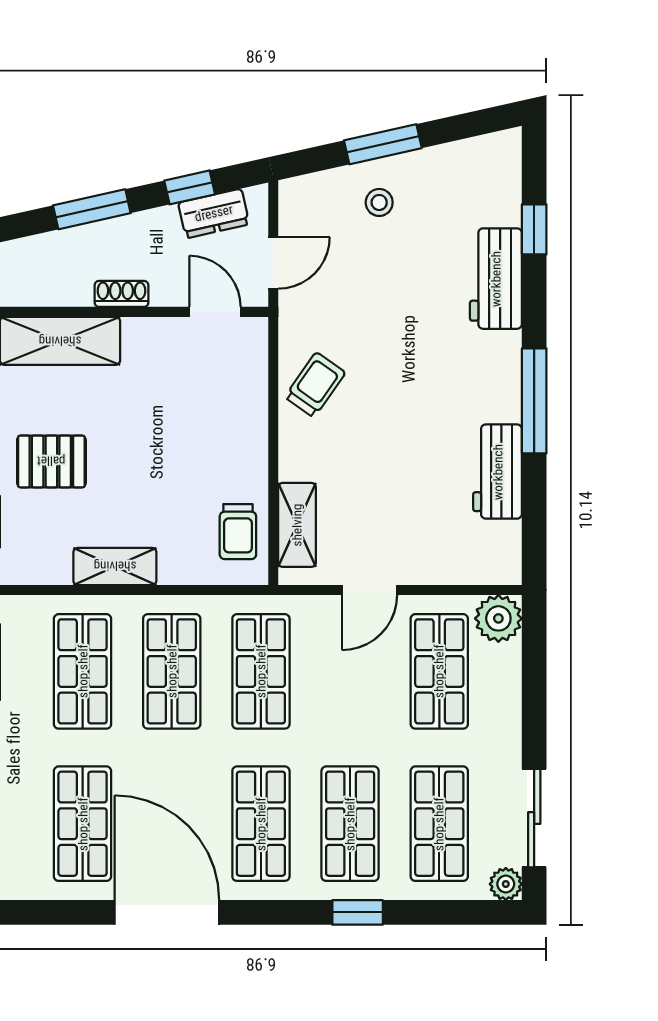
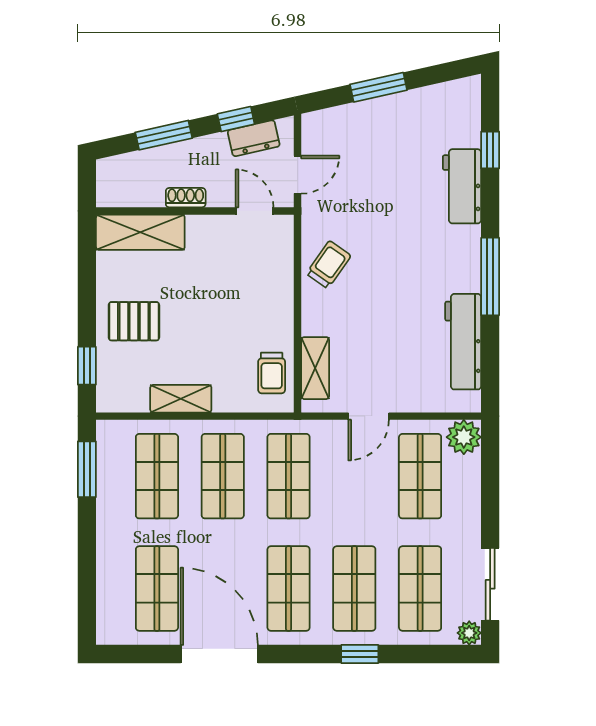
stool: (379, 202) -> (376, 130), removed
workbench: (498, 472) -> (463, 342), width x1.38

